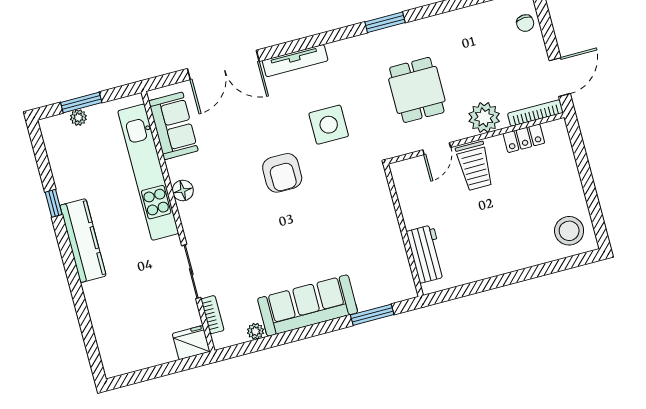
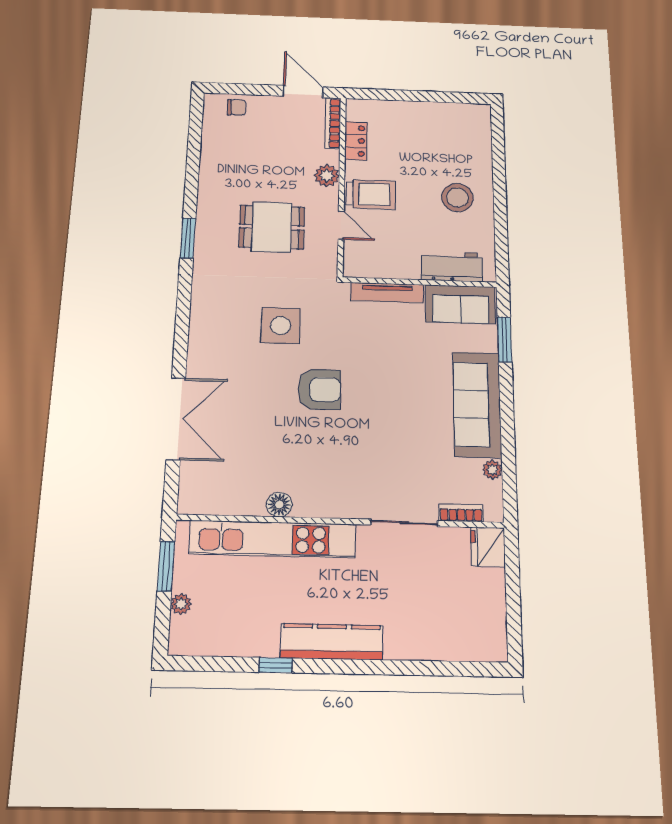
tv unit: (295, 61) -> (387, 292), moved, turned 90
window: (81, 103) -> (166, 566), moved
plant: (484, 117) -> (327, 176), width x0.73, depth x0.73
sofa: (173, 126) -> (460, 304), moved, turned 180
floor lamp: (183, 190) -> (279, 505), moved
stool: (569, 231) -> (457, 198), moved

